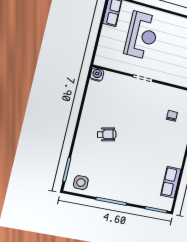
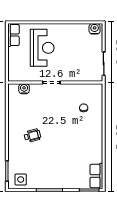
water cooler: (97, 74) -> (24, 89), moved
row of seats: (171, 182) -> (96, 176), moved

